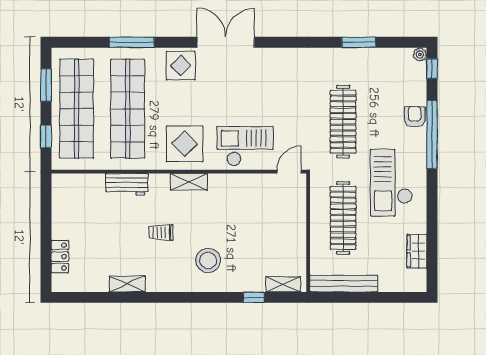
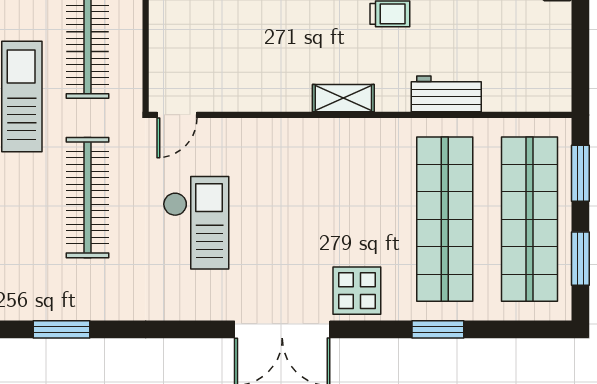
window: (132, 42) -> (438, 329), width x0.69
window: (46, 136) -> (580, 173), width x1.50
display table: (185, 144) -> (351, 161), removed
checkout: (245, 146) -> (196, 223), moved, turned -90

